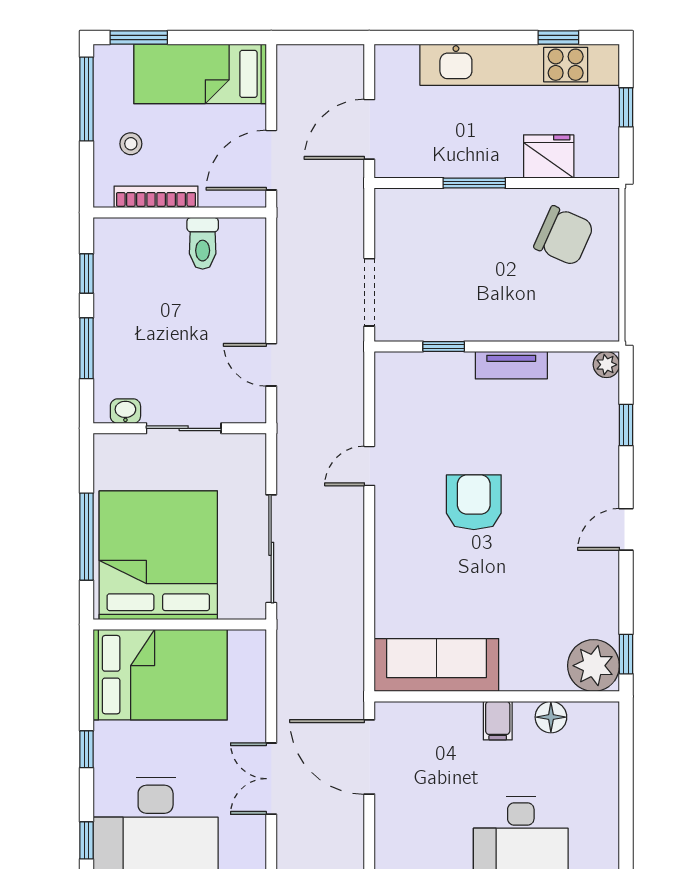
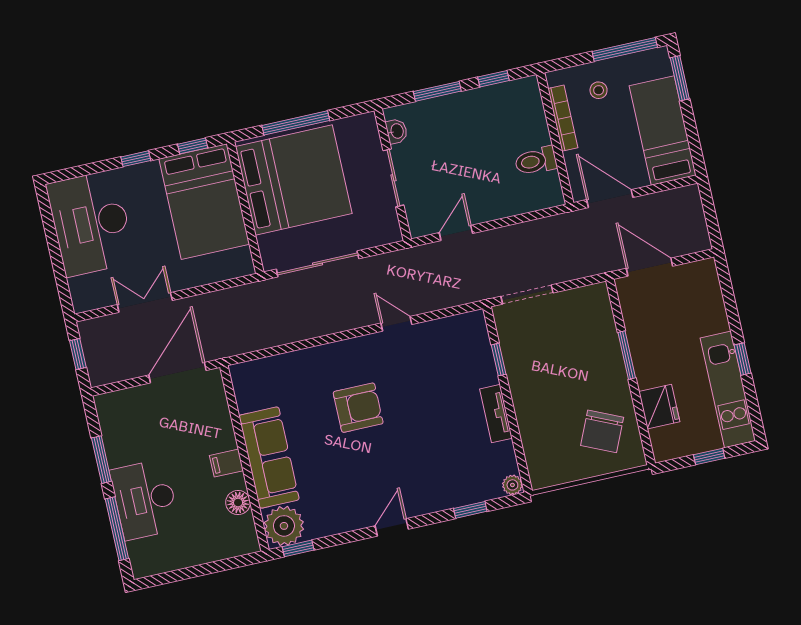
window: (558, 38) -> (743, 359), moved
kitchen unit: (520, 65) -> (728, 389), width x0.73
armchair: (474, 502) -> (358, 408), moved
door: (626, 529) -> (392, 527), hinge flipped
sofa: (436, 665) -> (269, 458), moved
window: (86, 840) -> (193, 146), moved

